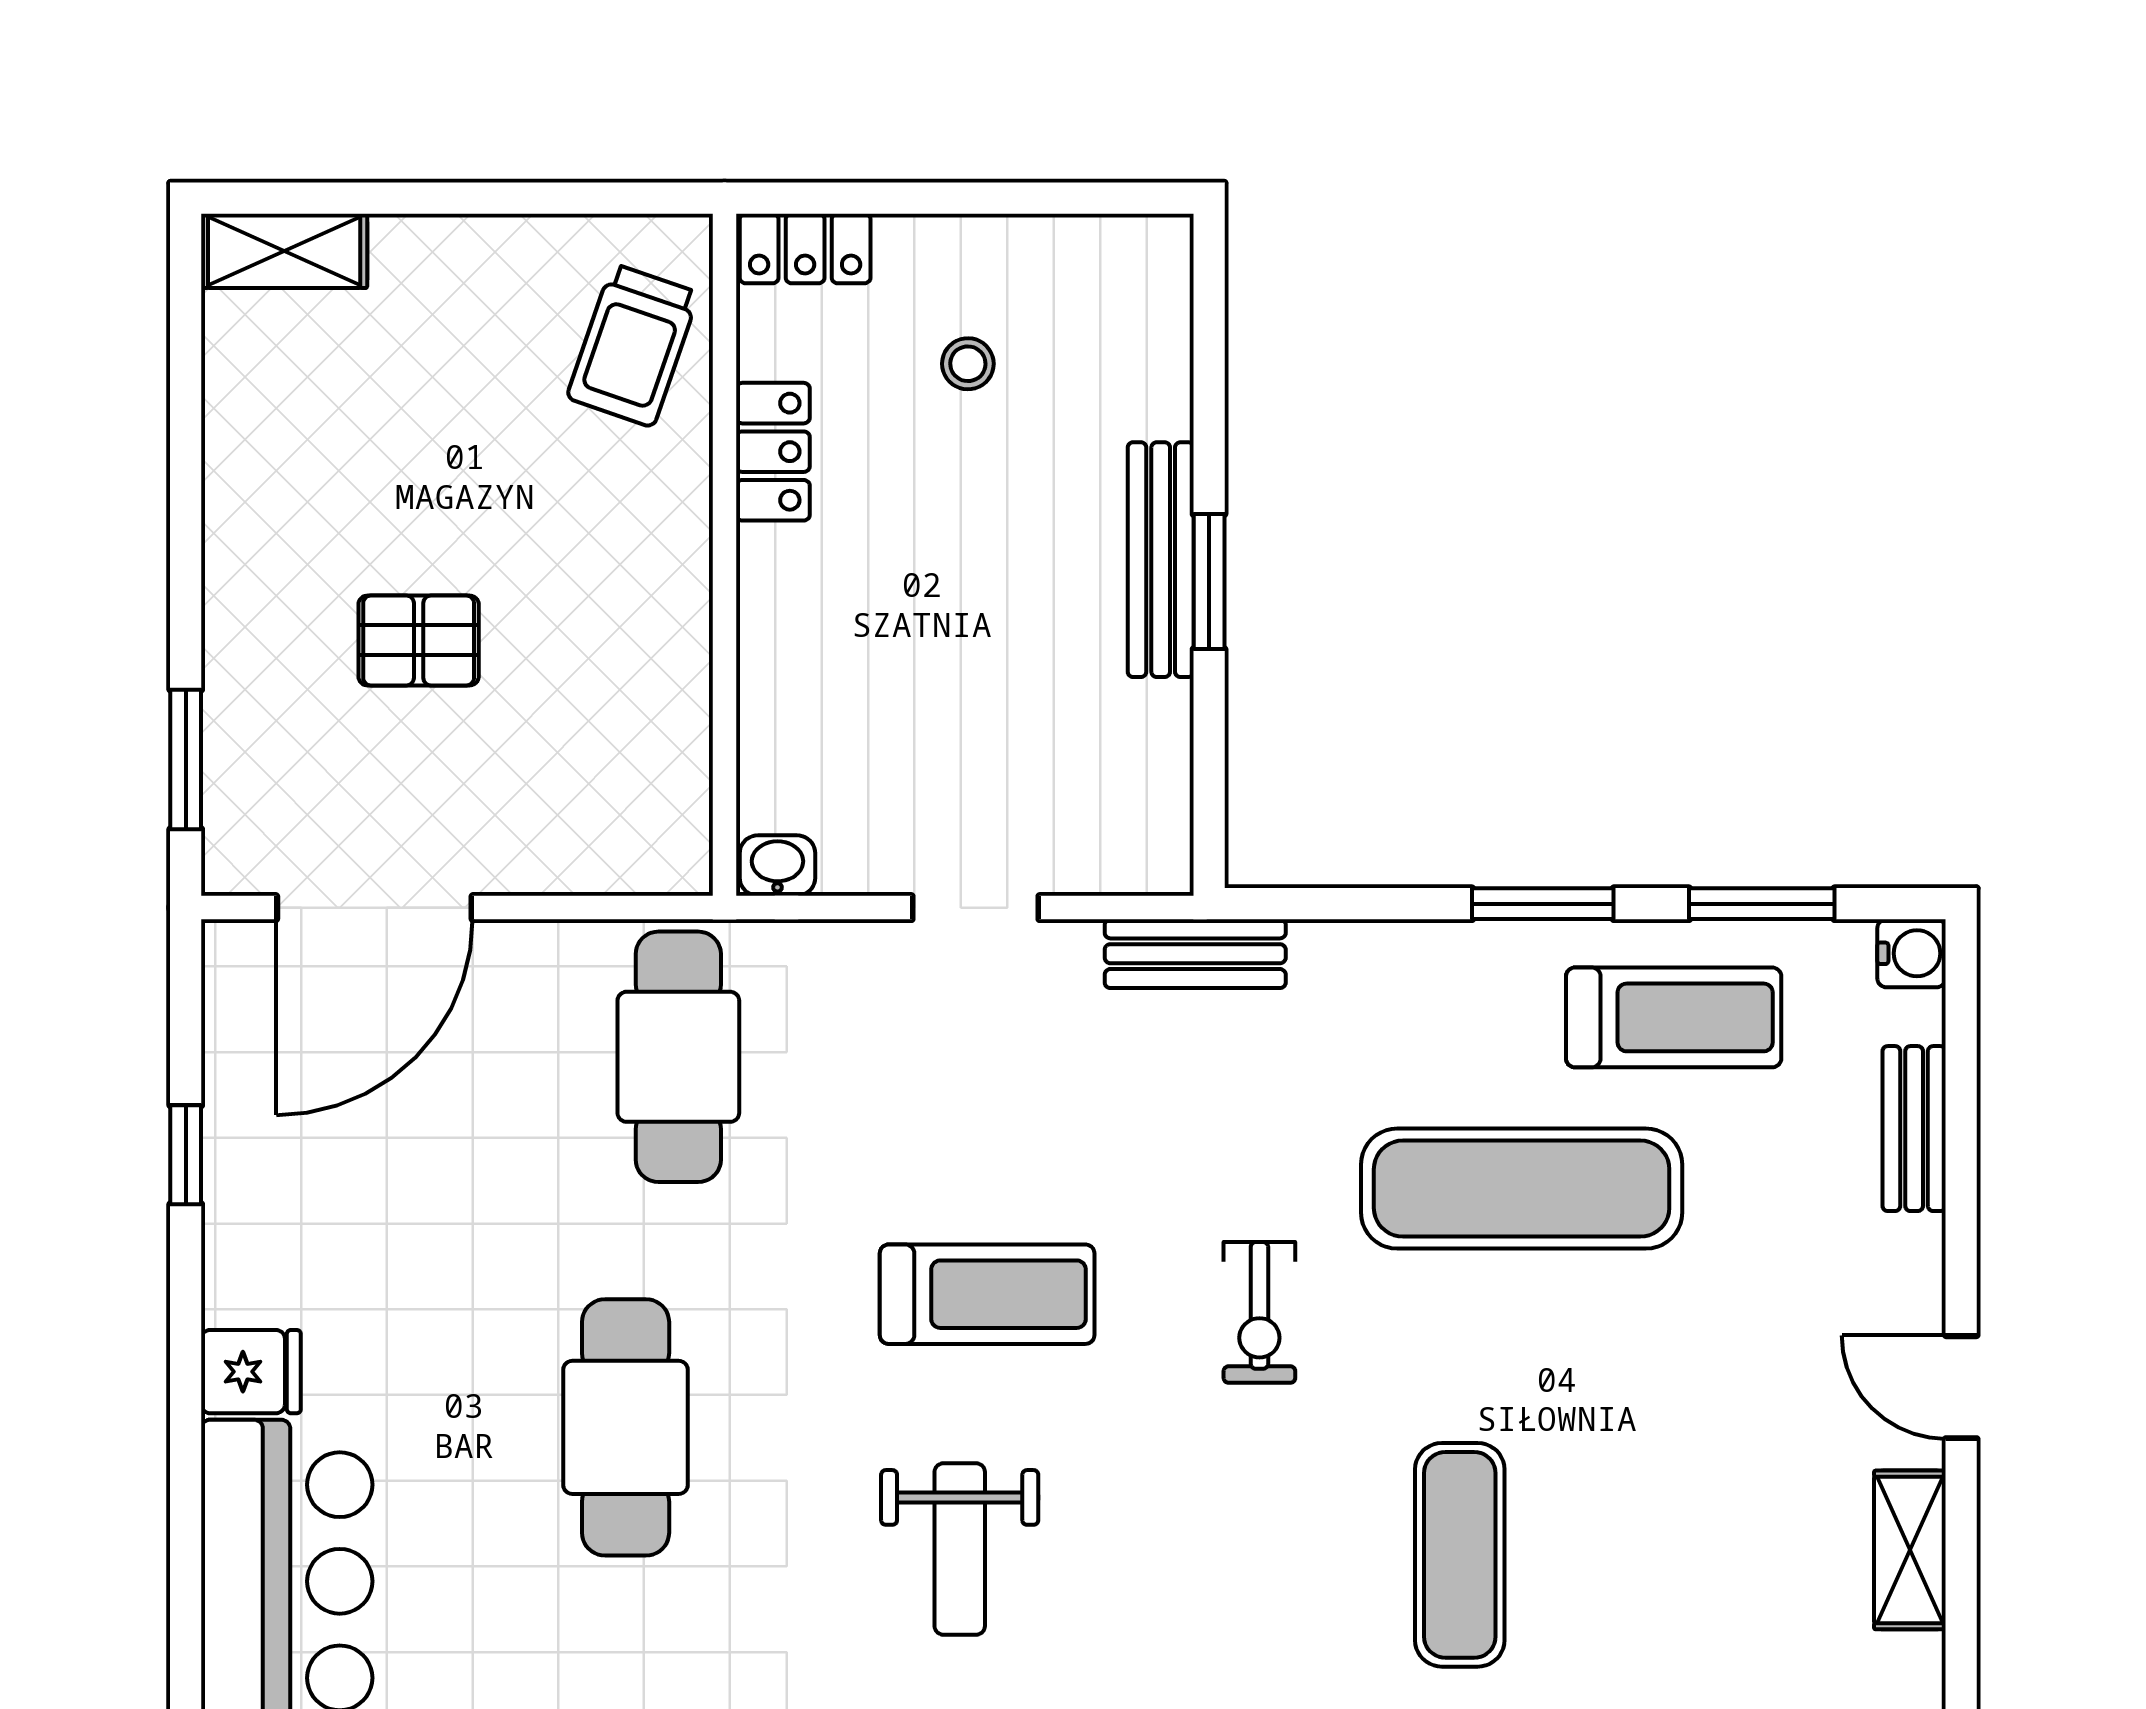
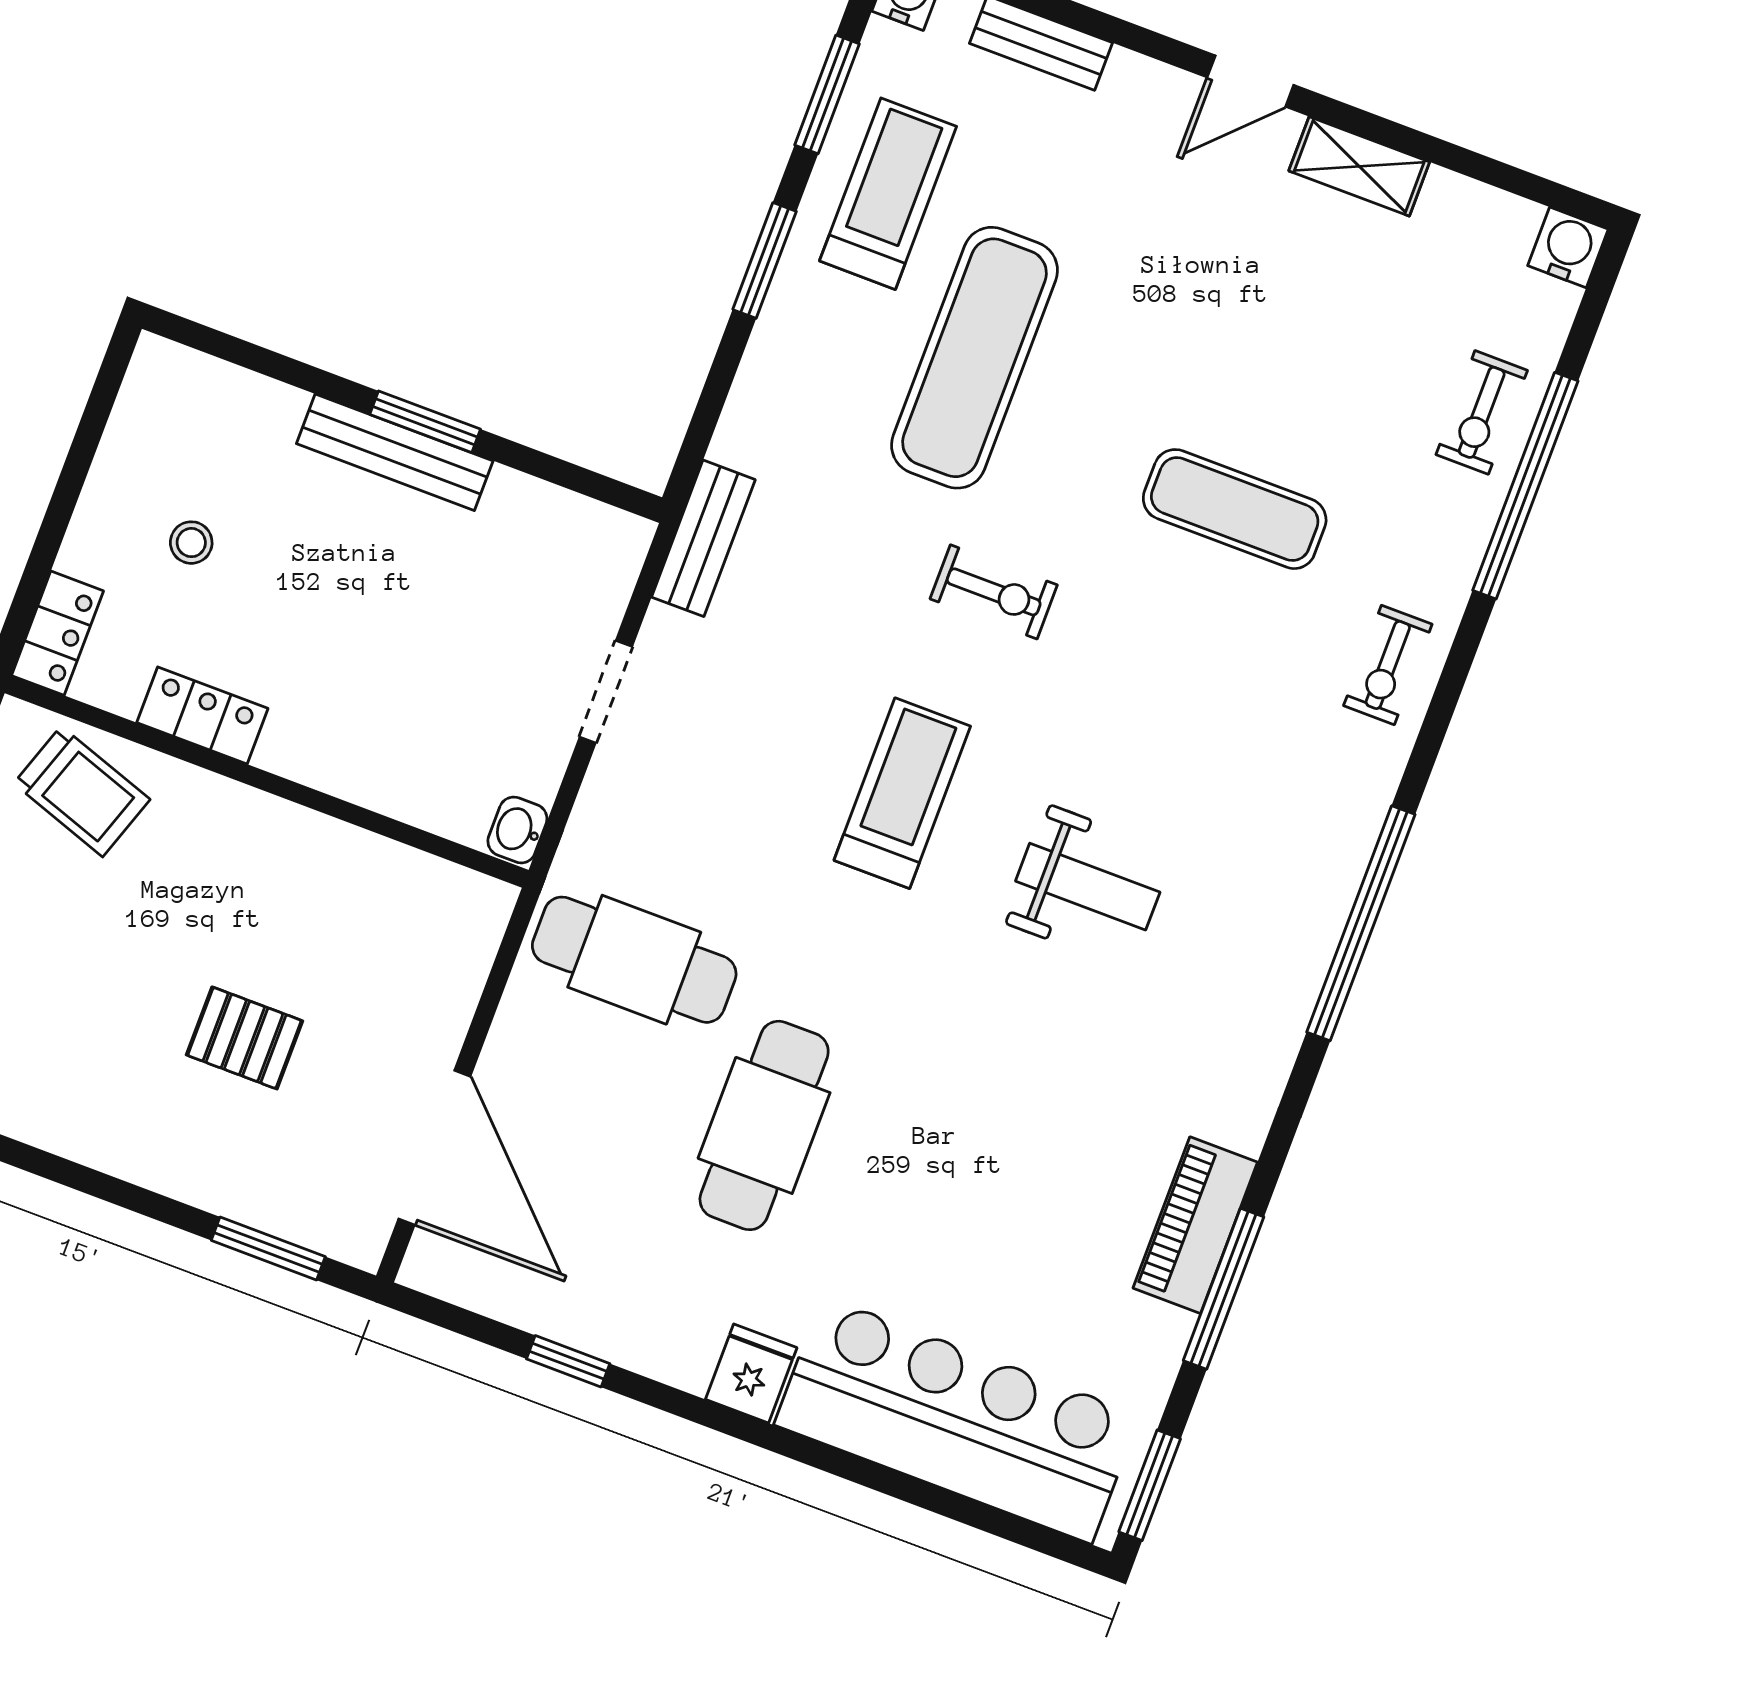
pallet: (419, 640) -> (244, 1038), turned 90
cafe table: (626, 1427) -> (764, 1125), moved, turned 90

